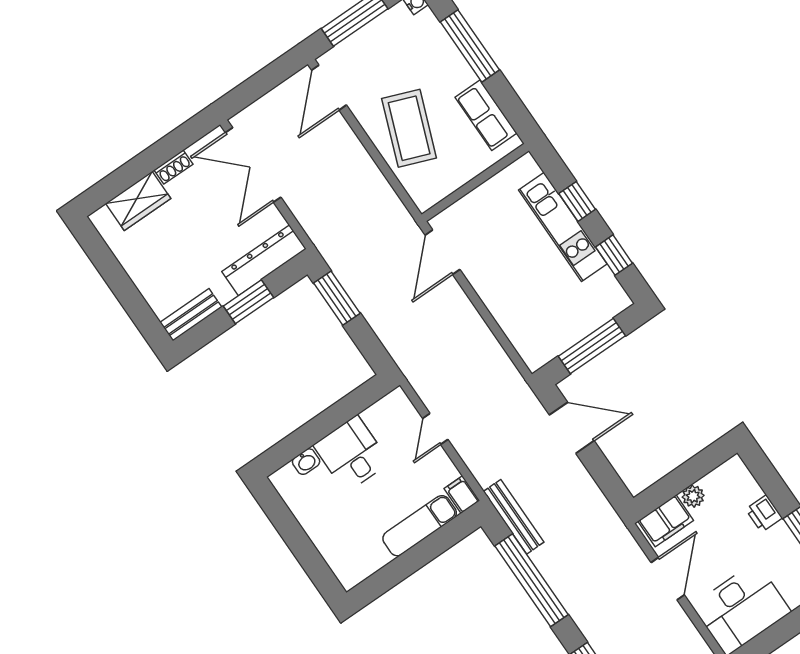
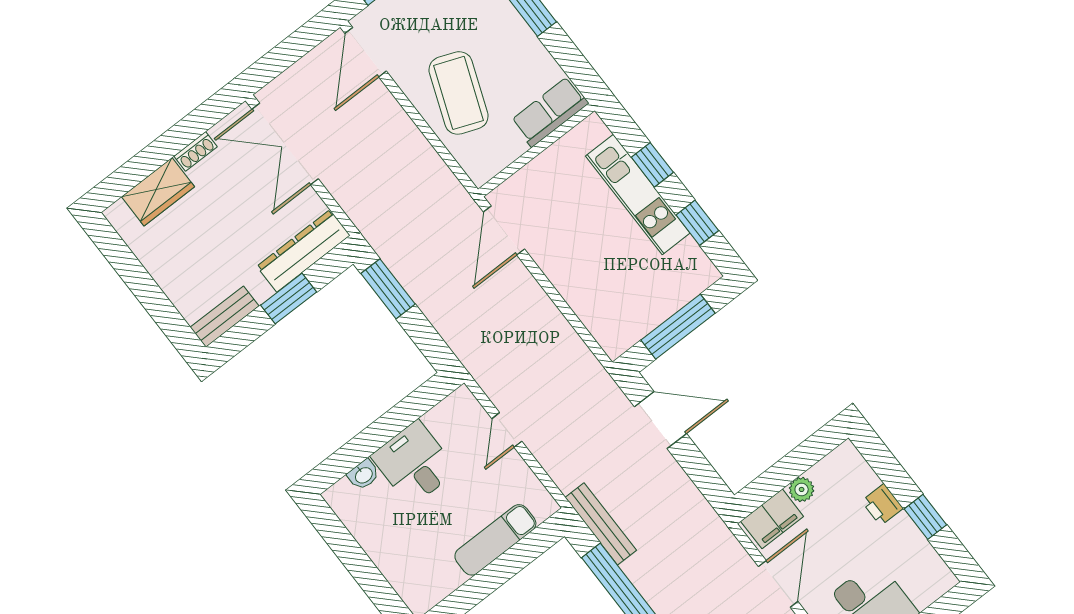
row of seats: (486, 115) -> (550, 112), moved, turned 90
filing cabinet: (462, 495) -> (541, 502), removed

